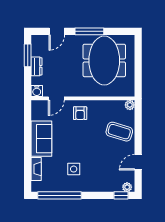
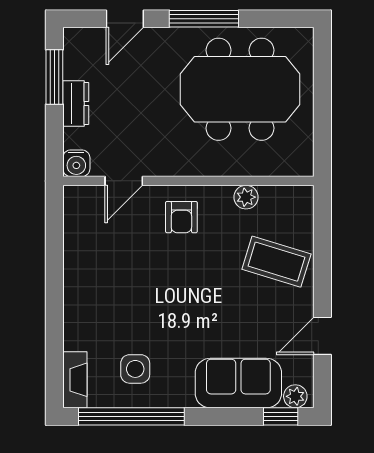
meeting table: (104, 60) -> (240, 89), turned 90
plant: (130, 105) -> (246, 197), moved
sofa: (41, 139) -> (238, 383), moved, turned -90
fireplace: (36, 169) -> (75, 380), moved
side table: (74, 169) -> (135, 369), moved

